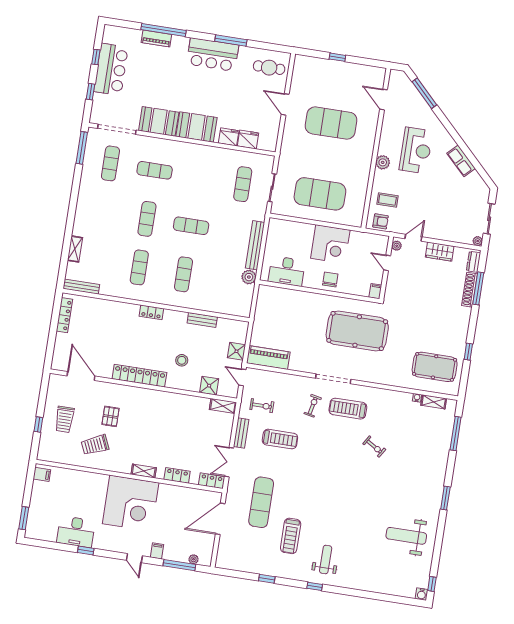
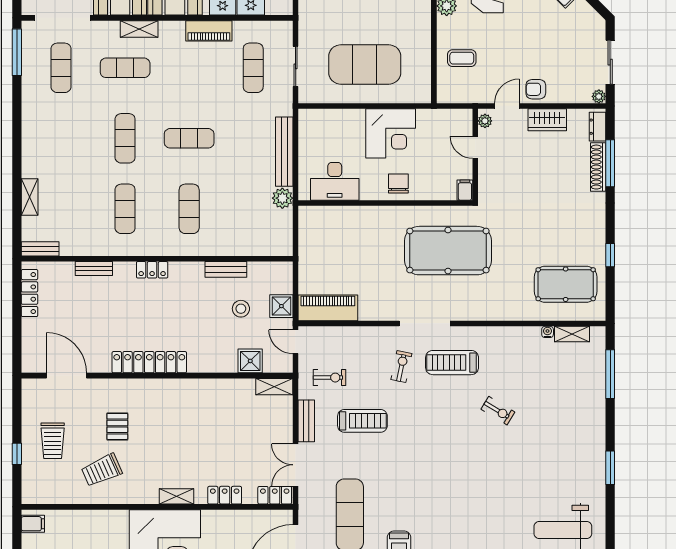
shelving: (168, 145) -> (139, 29), added
piano: (216, 154) -> (209, 31), added
armchair: (381, 221) -> (536, 89), moved, turned 180
bench: (81, 287) -> (40, 249), width x0.73
bench: (111, 305) -> (94, 269), added
stool: (182, 360) -> (241, 309), moved

